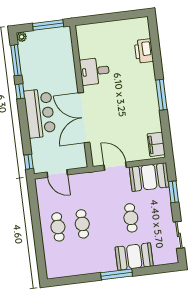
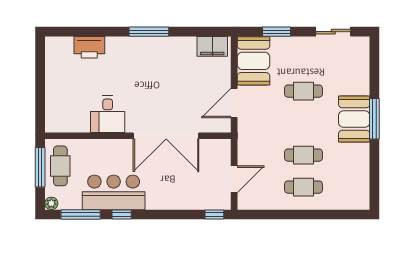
cafe table: (51, 40) -> (60, 166), added
bar counter: (40, 113) -> (114, 192), moved
booth: (134, 257) -> (354, 119), moved

